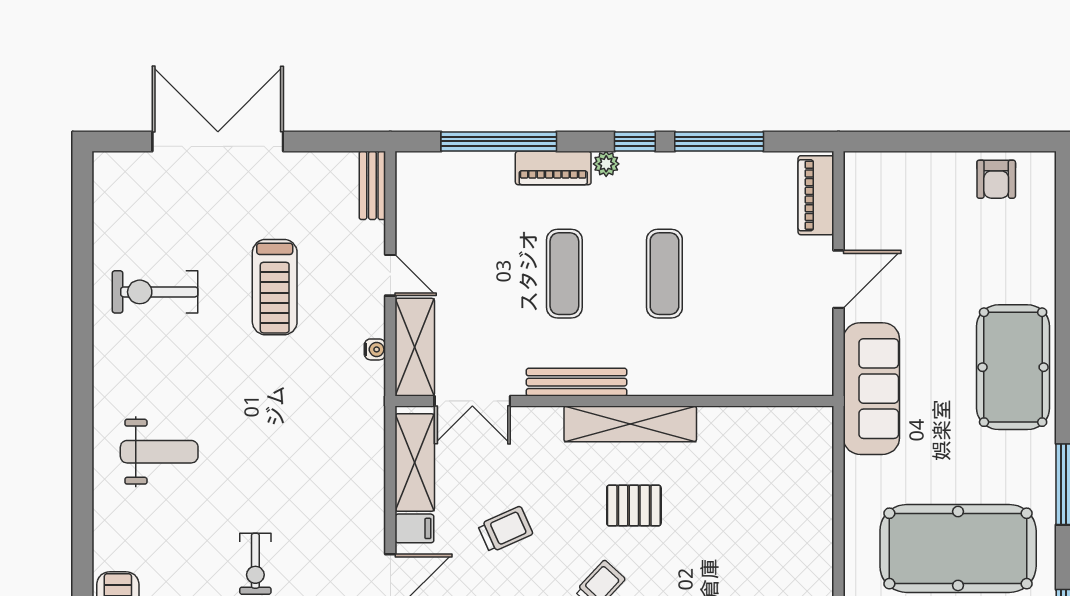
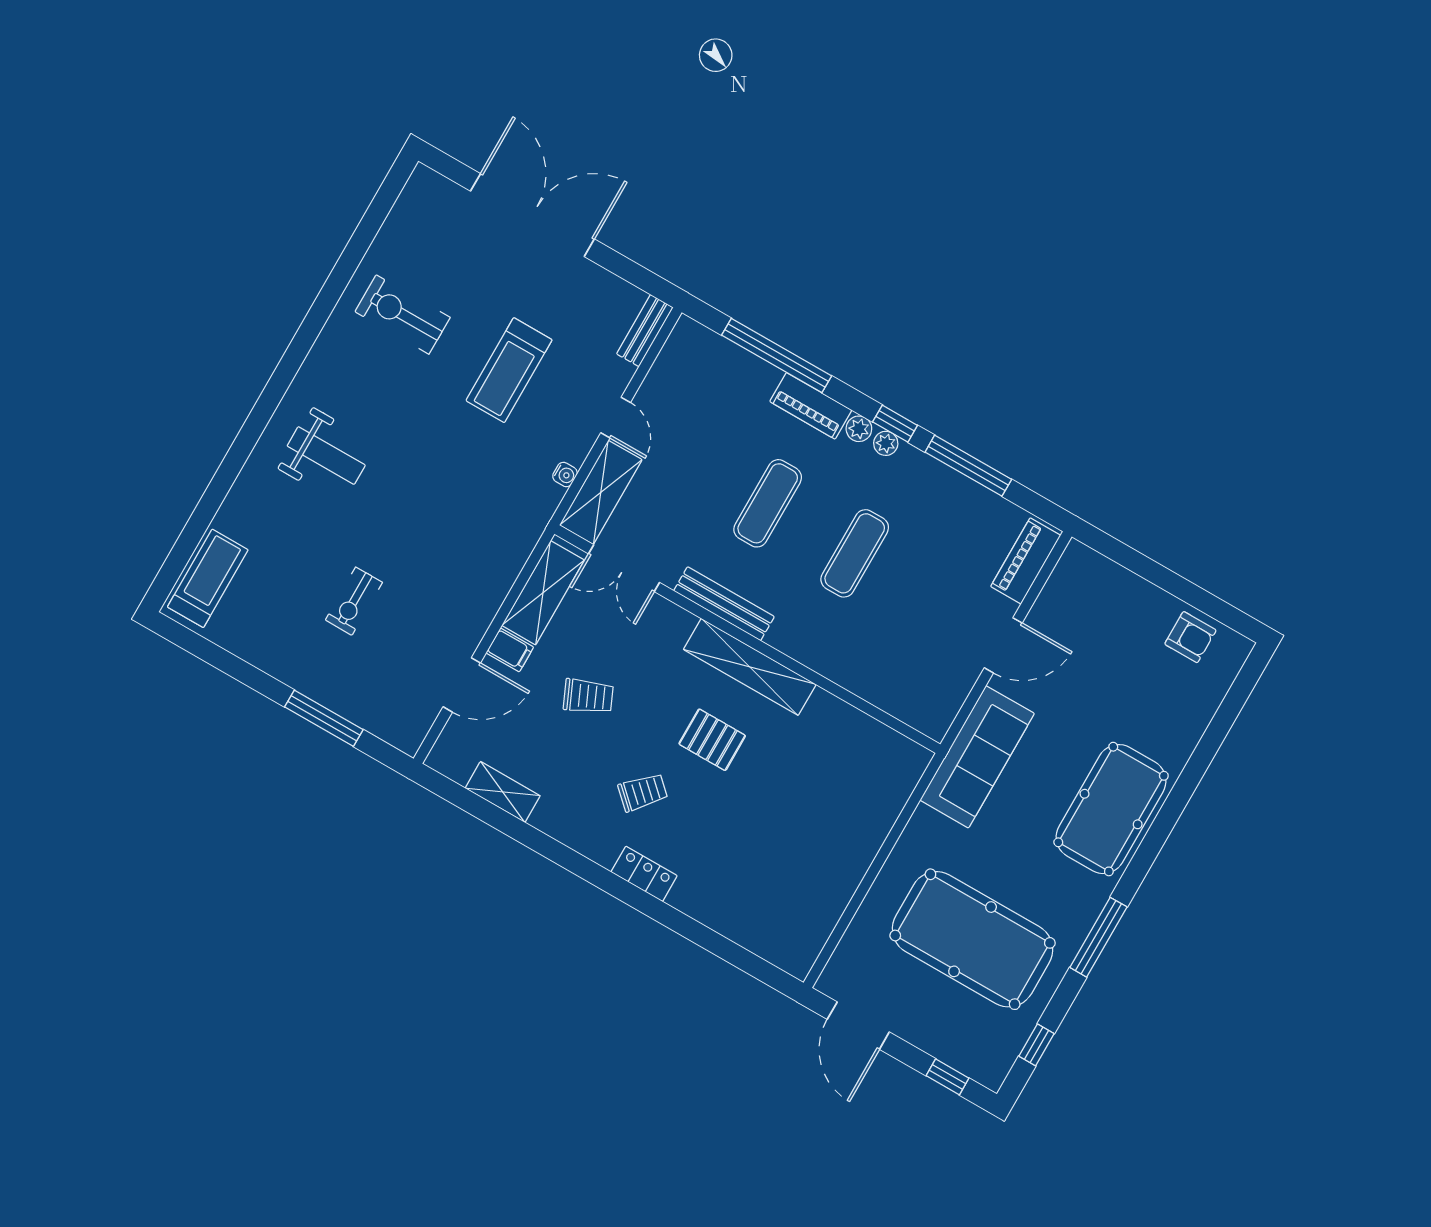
plant: (637, 163) -> (886, 443), added
armchair: (996, 179) -> (1190, 637), turned -90

